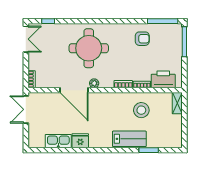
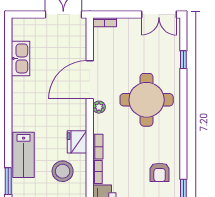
window: (48, 21) -> (183, 60), moved
fridge: (80, 141) -> (77, 142), moved, turned 180

